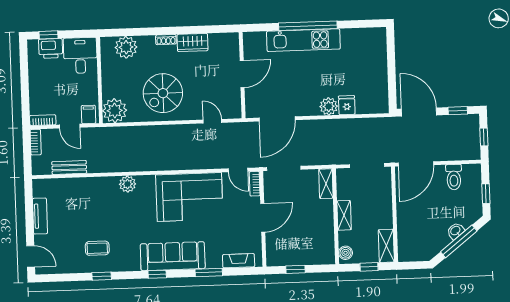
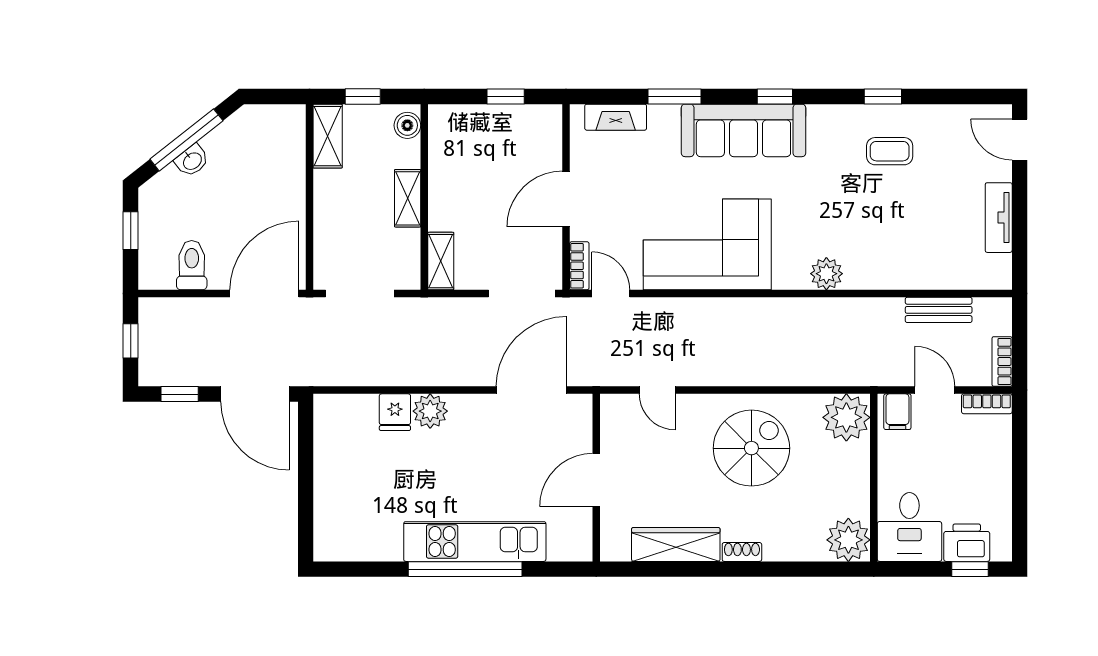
wardrobe: (193, 43) -> (676, 544), width x1.50
plant: (126, 47) -> (848, 540), moved

